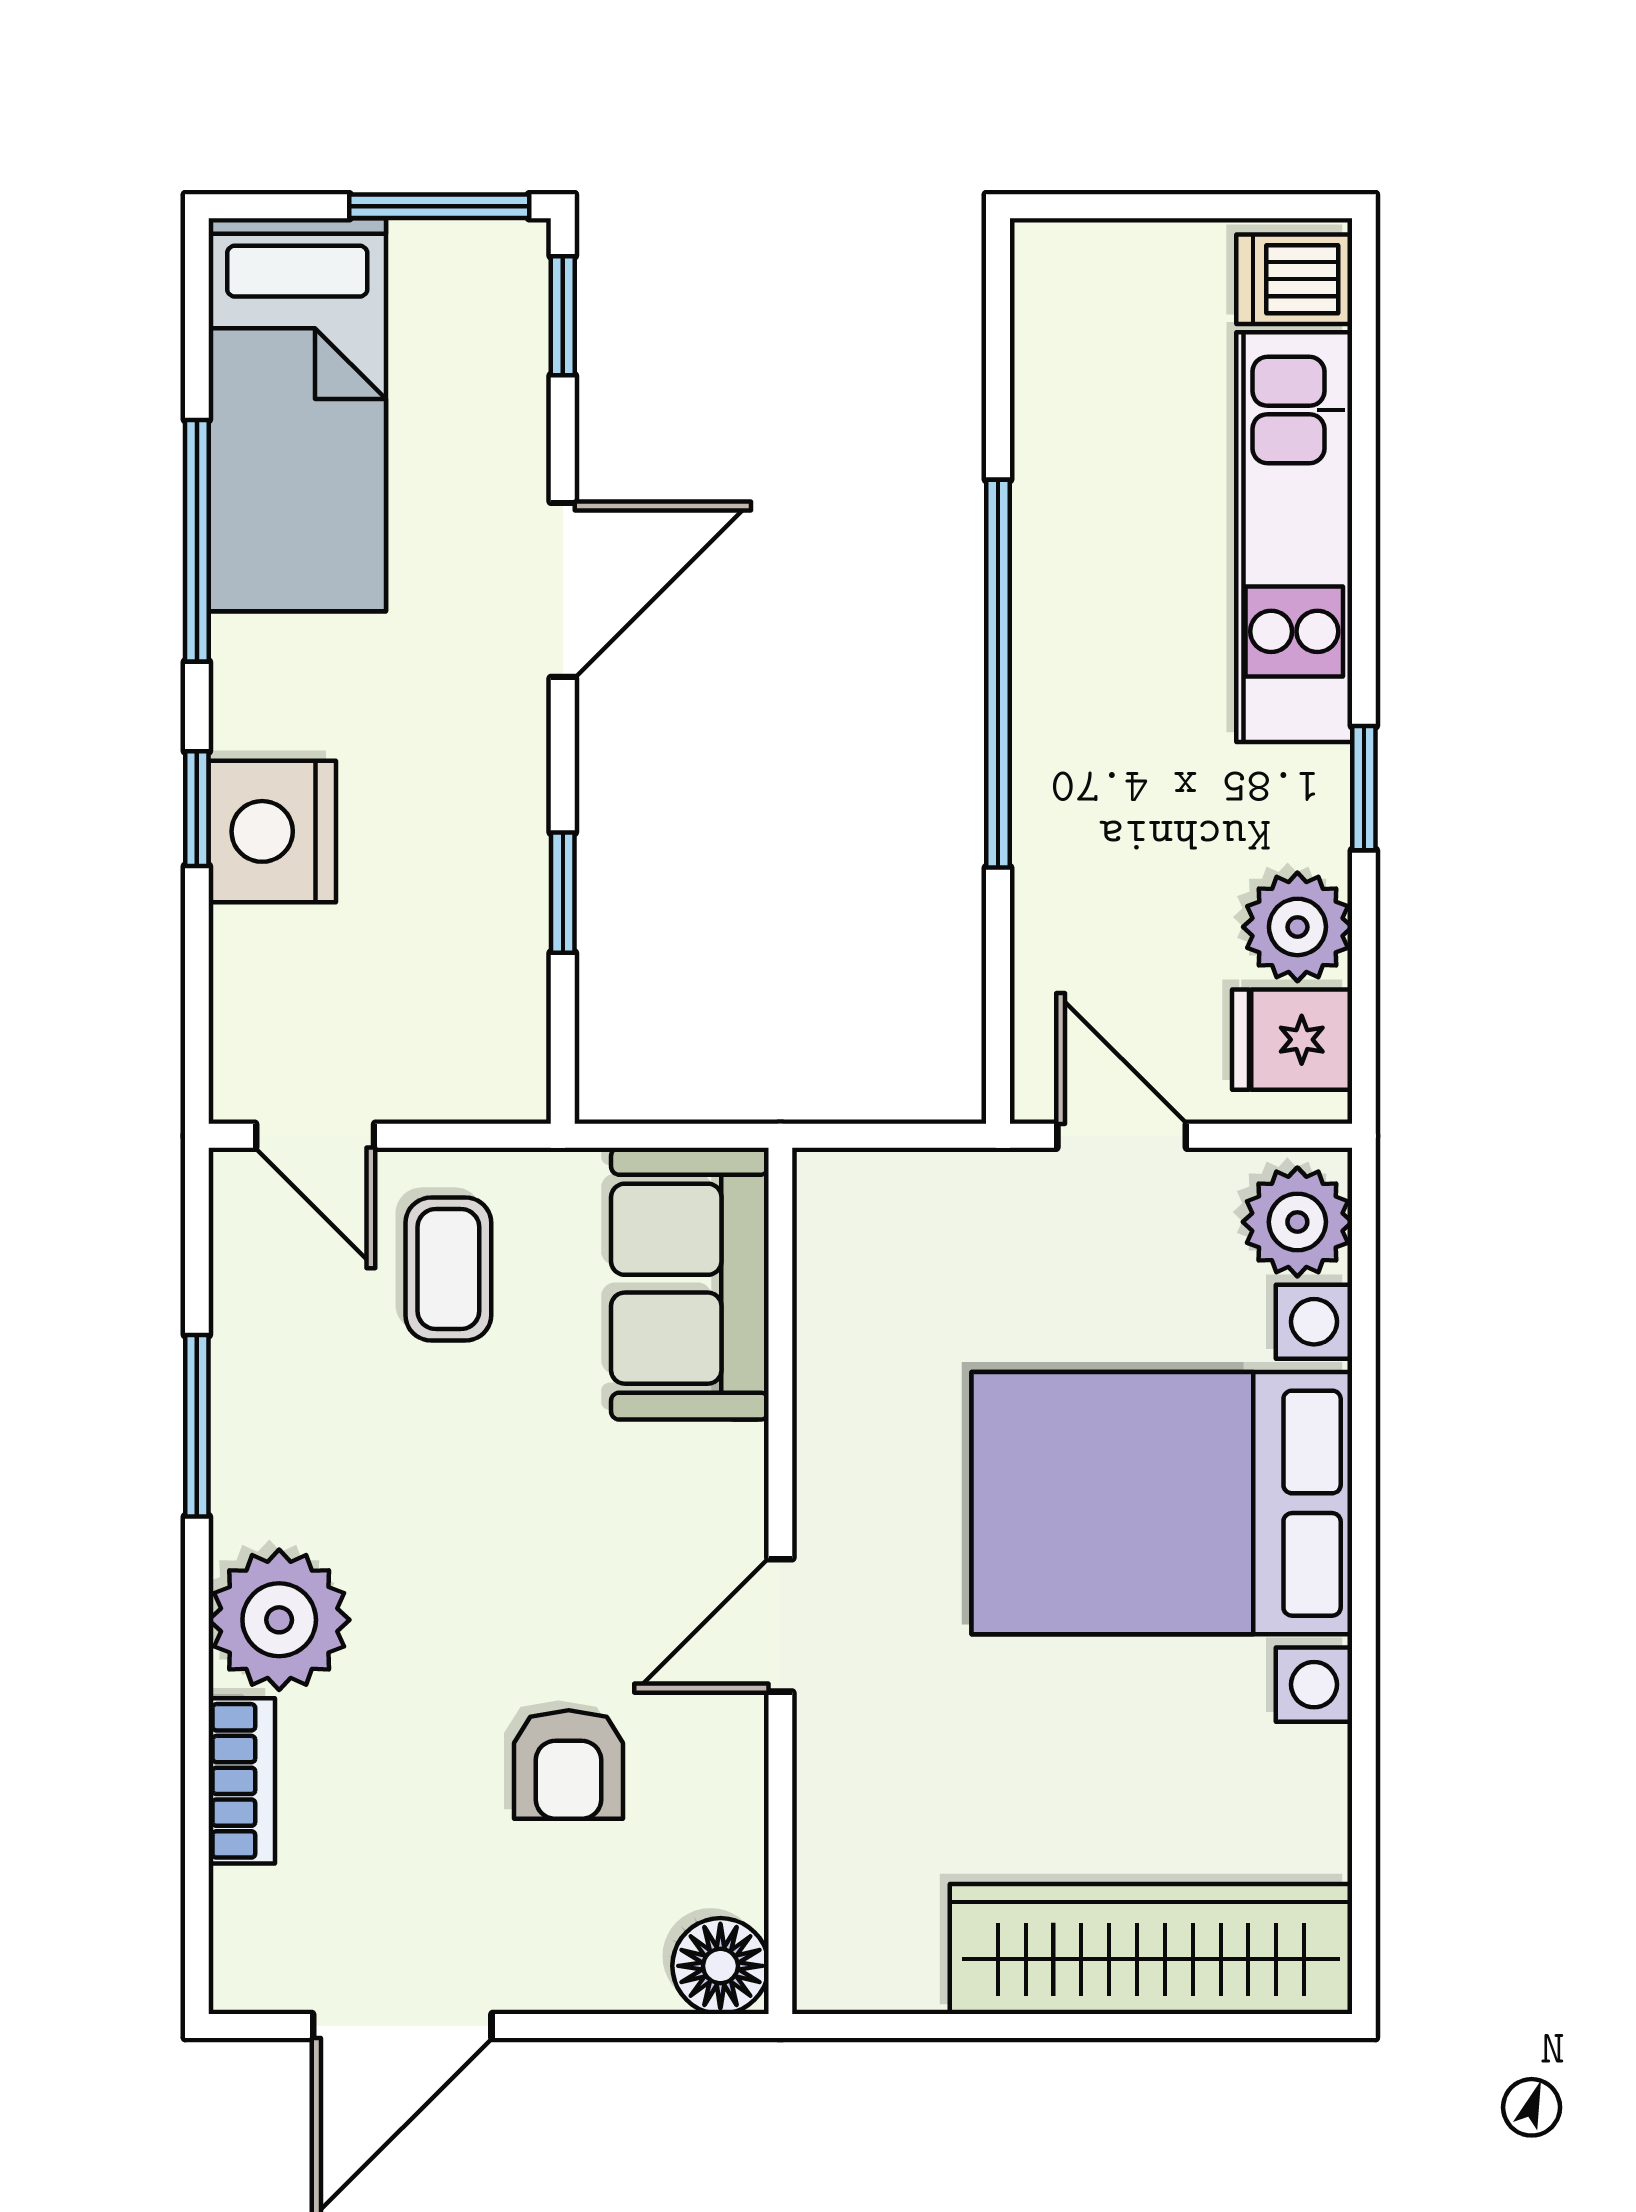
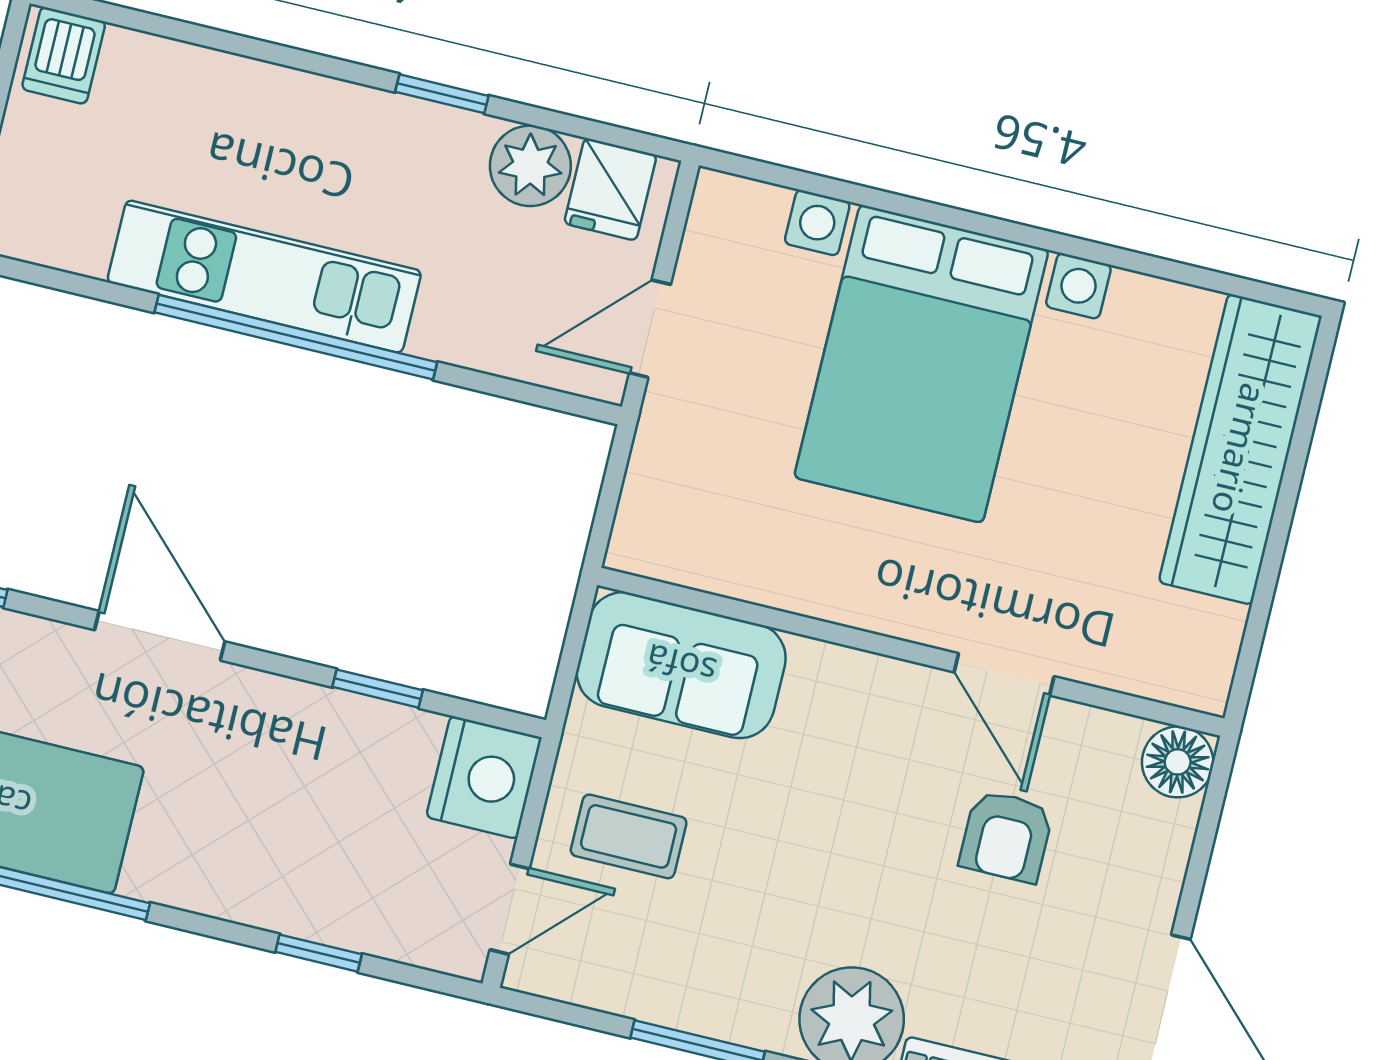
kitchen unit: (1294, 537) -> (264, 277), moved, turned 180
window: (197, 809) -> (319, 953), moved
nightstand: (272, 831) -> (484, 777), moved, turned -90
plant: (1297, 1222) -> (743, 217), removed
door: (780, 1625) -> (1004, 674), moved
armchair: (569, 1765) -> (1006, 836), turned 90

